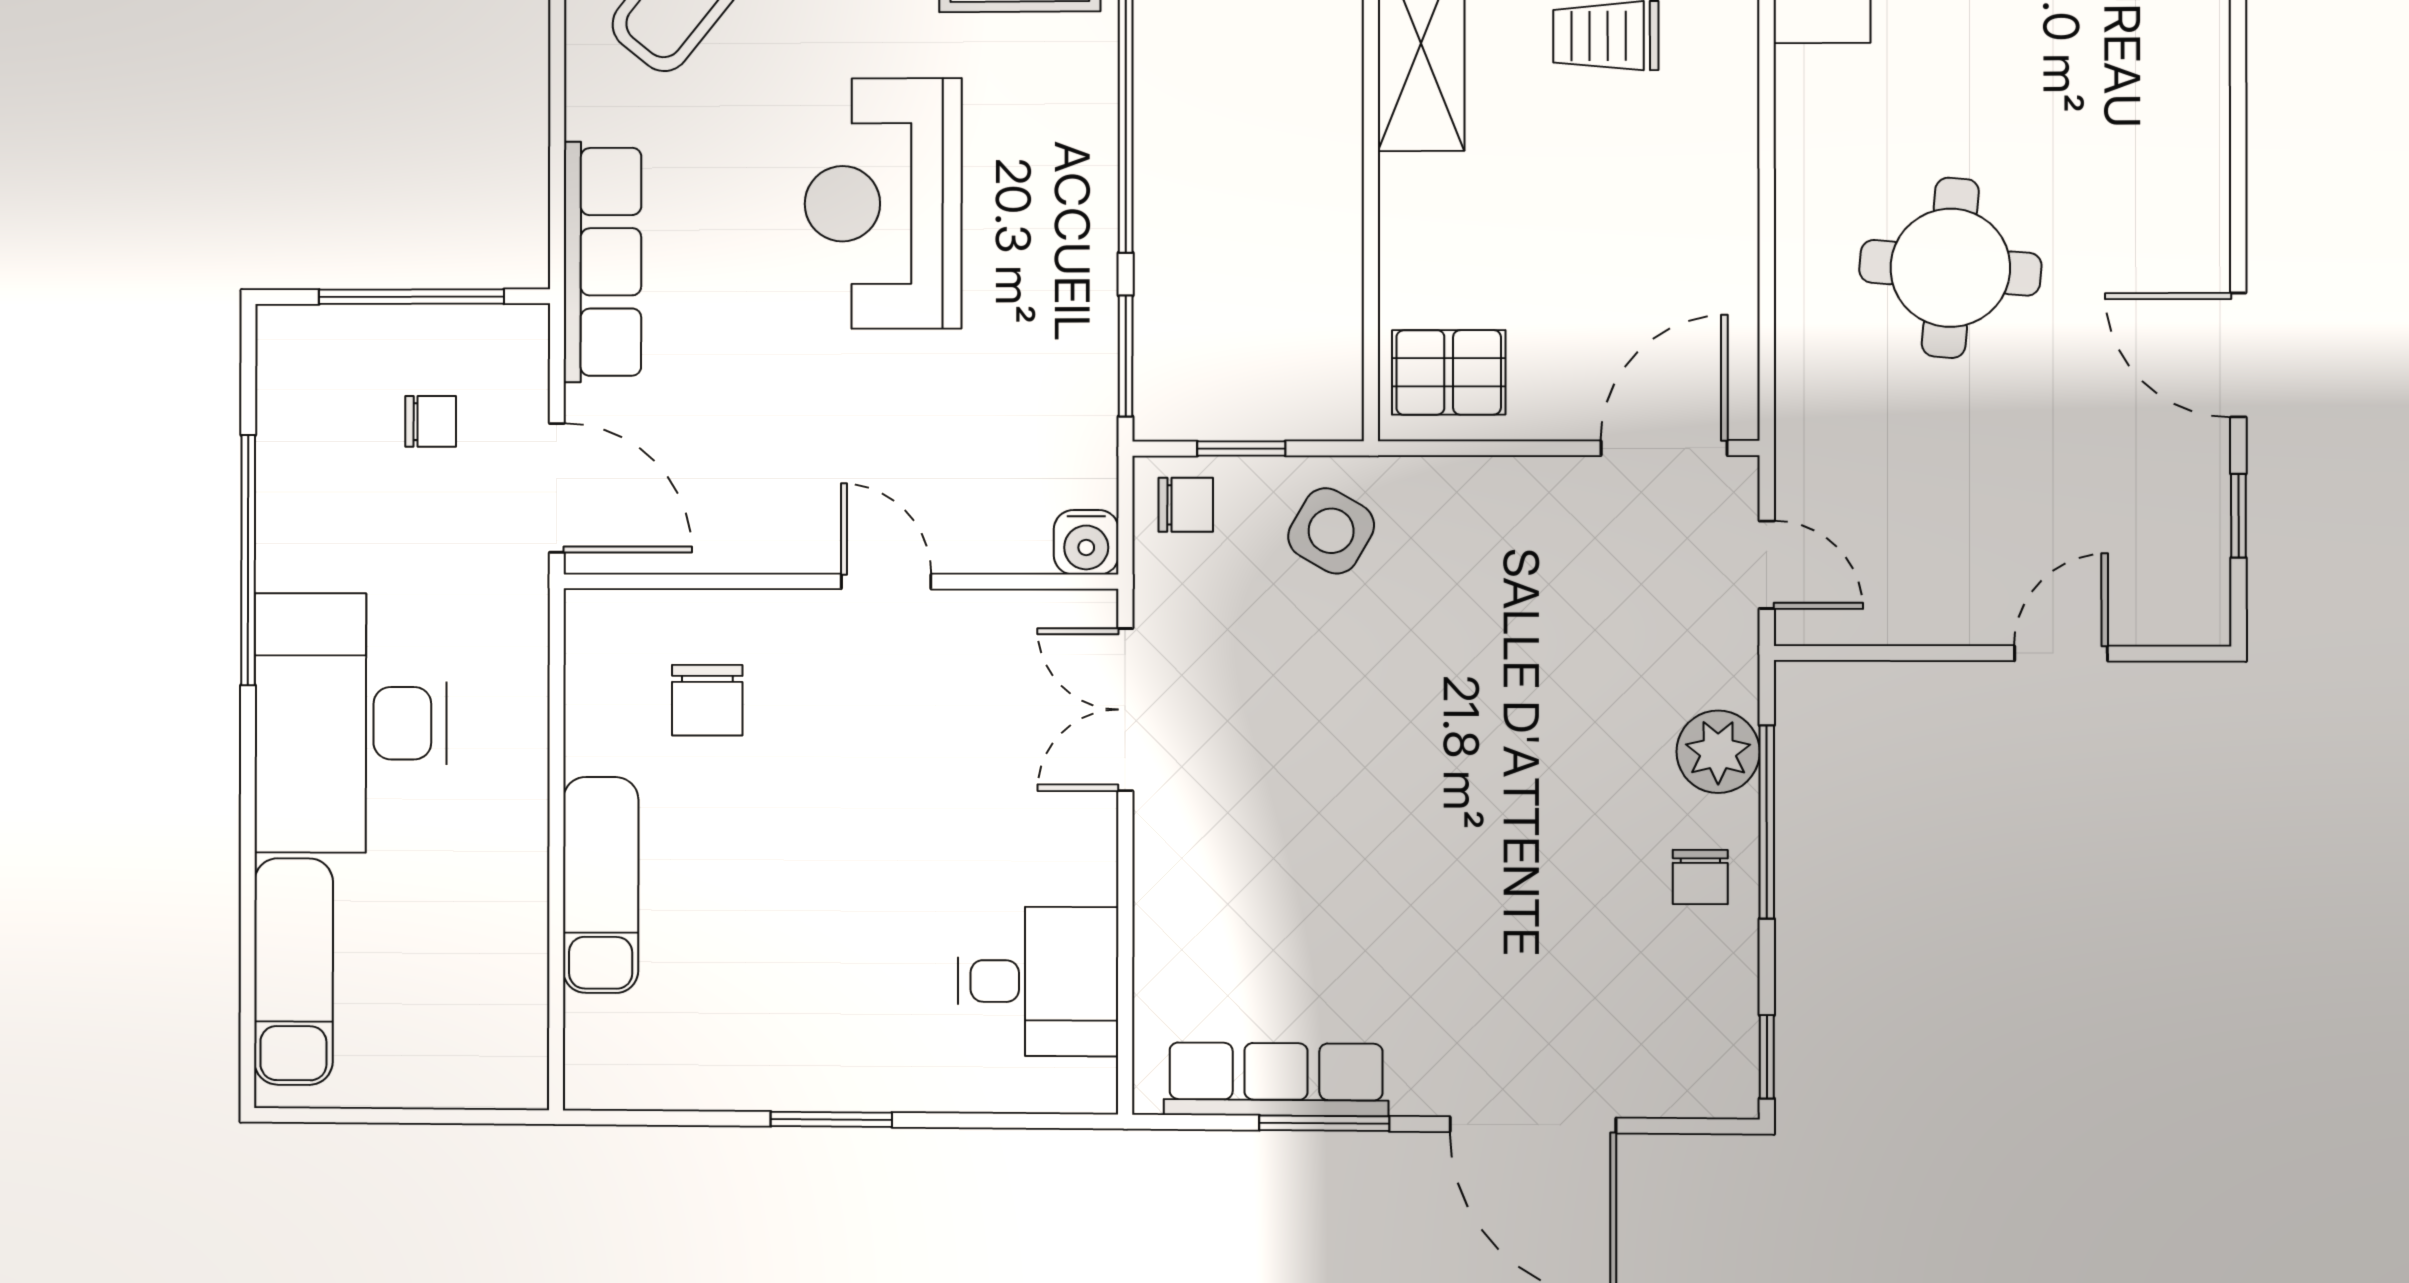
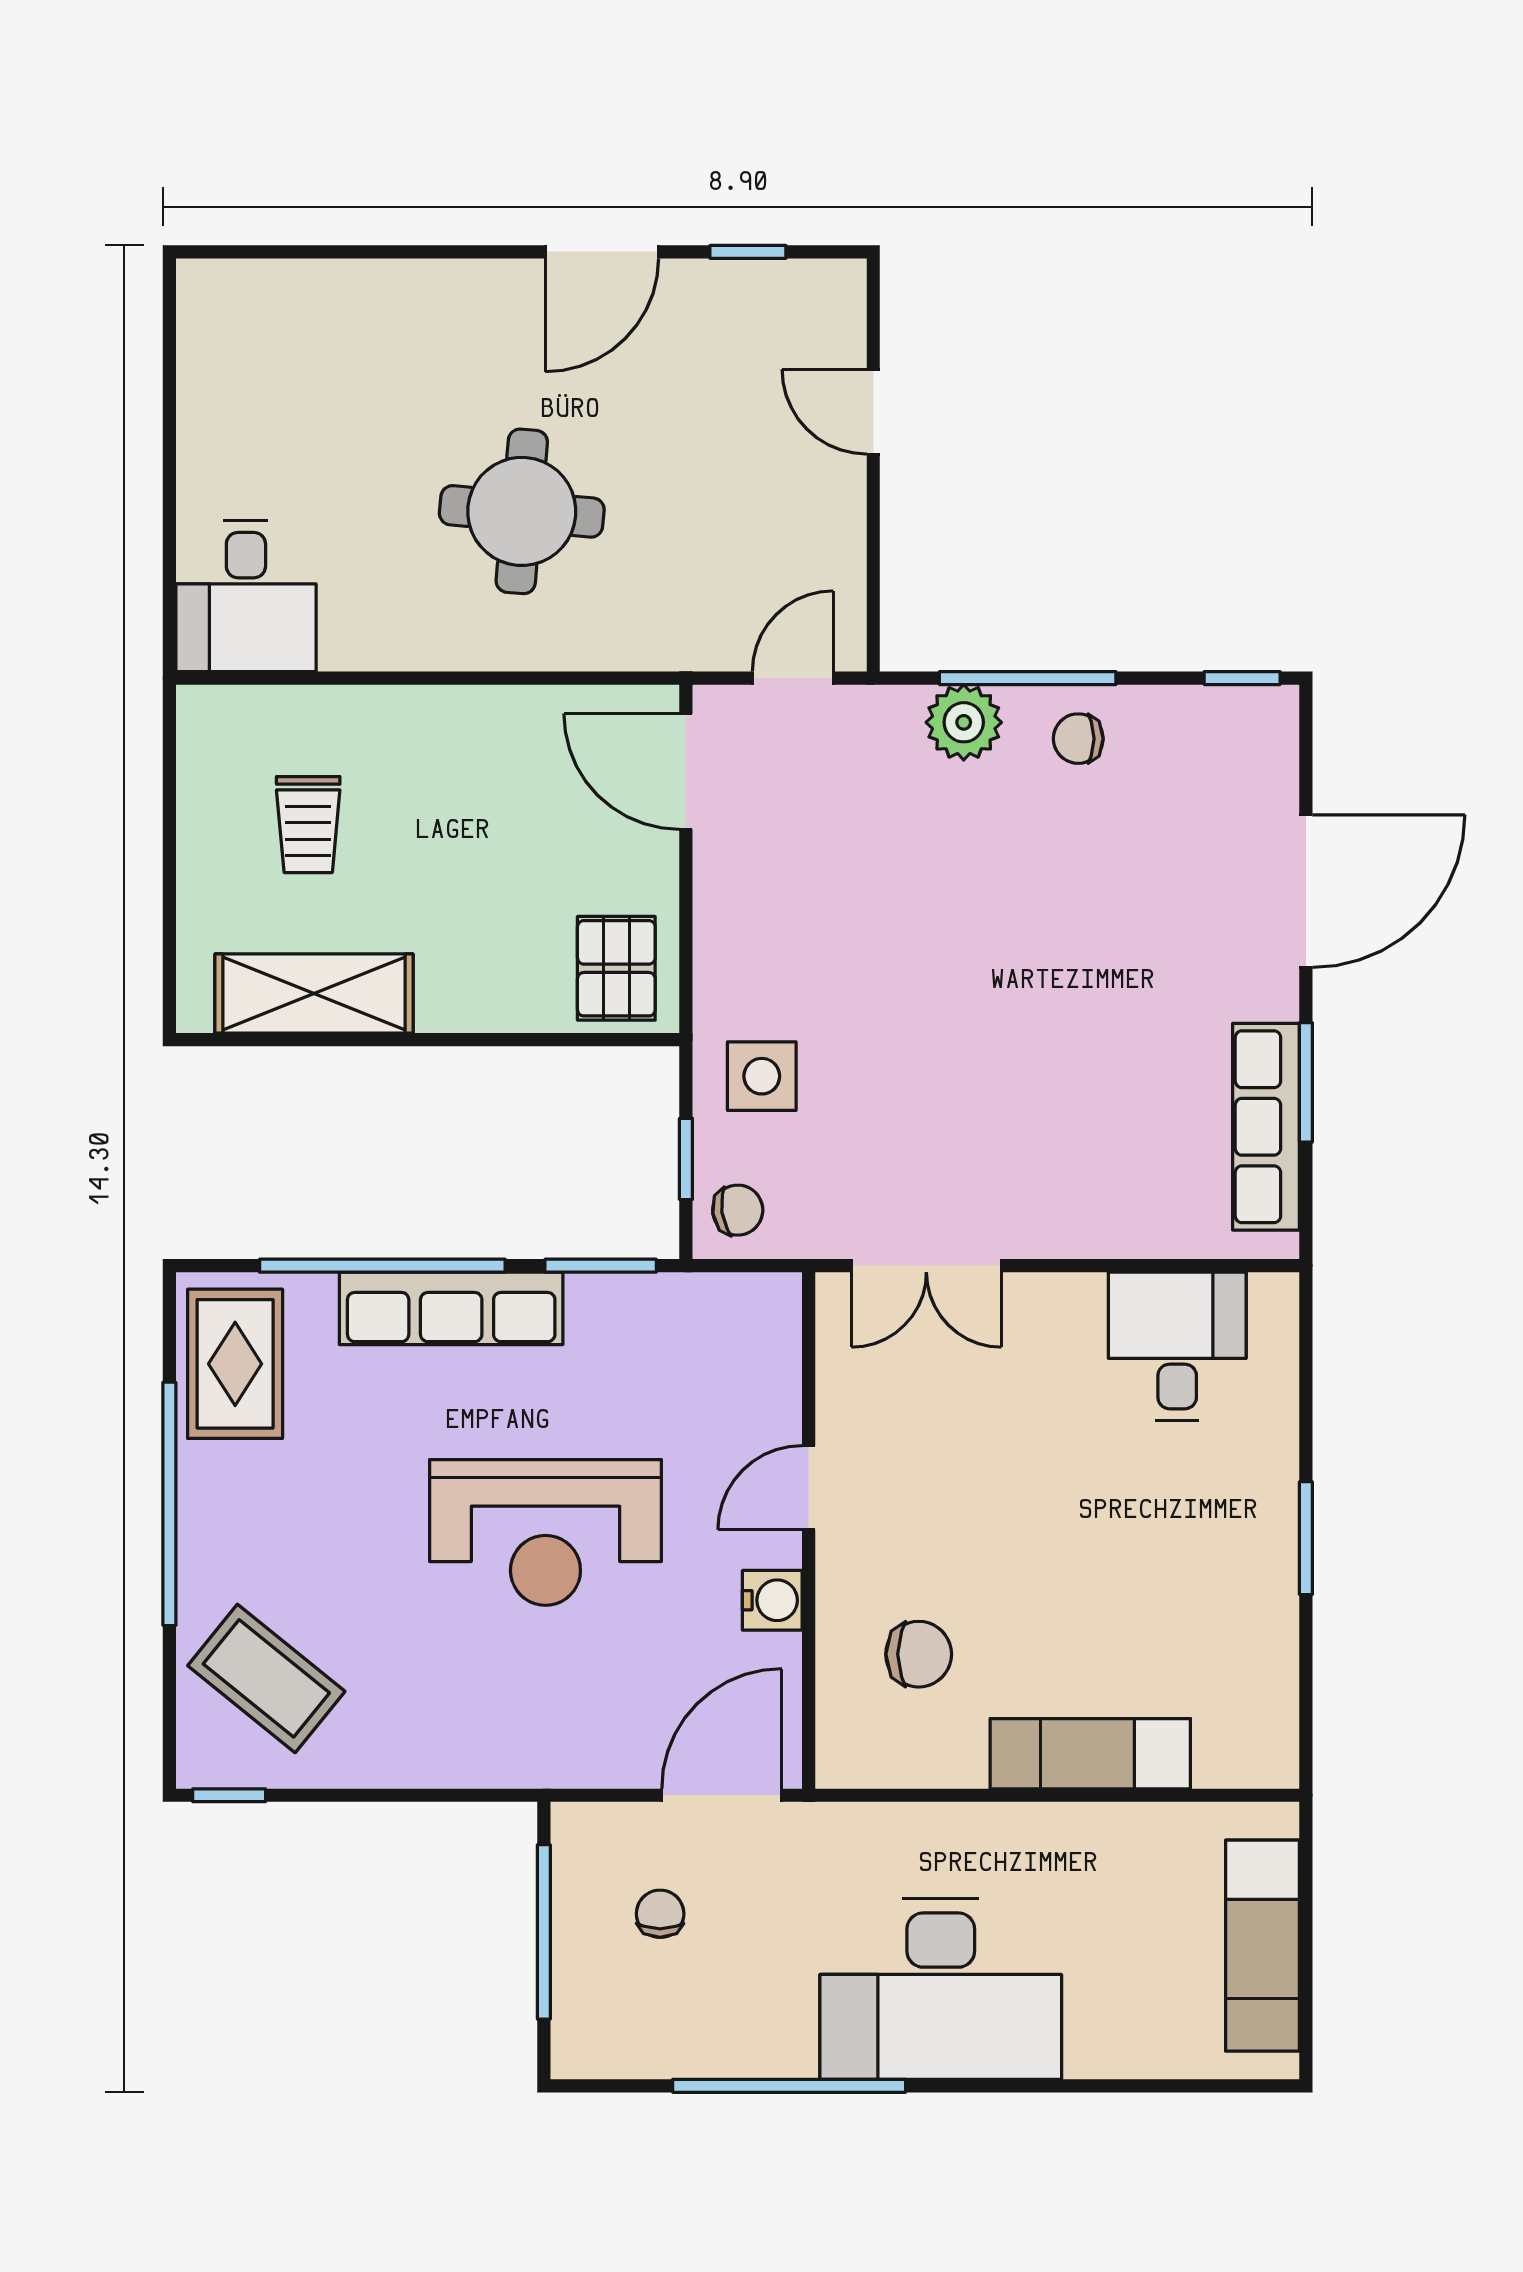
reception desk: (883, 204) -> (545, 1532), moved
row of seats: (602, 262) -> (451, 1308), moved, turned 180
chair: (1186, 505) -> (738, 1210), turned 82
side table: (1331, 531) -> (762, 1076), turned -30
water cooler: (1086, 542) -> (772, 1600), moved
chair: (1700, 877) -> (1078, 739), turned 180
exam couch: (294, 972) -> (1262, 1946), moved, turned -90

